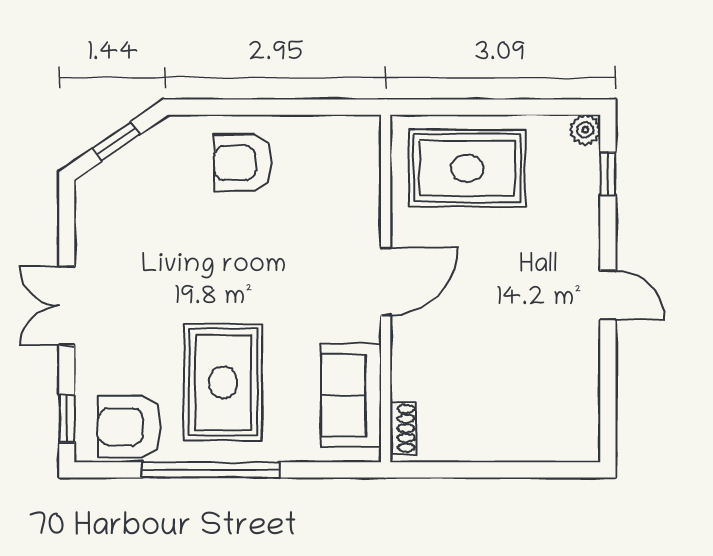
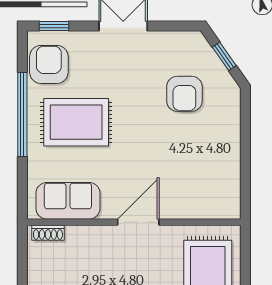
armchair: (243, 163) -> (184, 94), moved, turned 180
door: (386, 281) -> (138, 222), swing flipped

